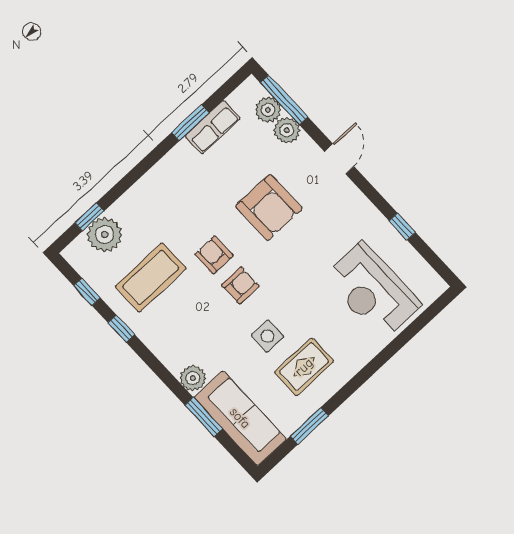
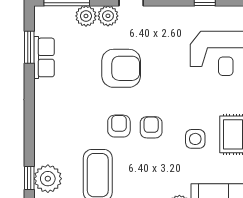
plant: (268, 110) -> (108, 16), moved
window: (190, 123) -> (29, 47), moved
armchair: (214, 255) -> (119, 126), turned 90

